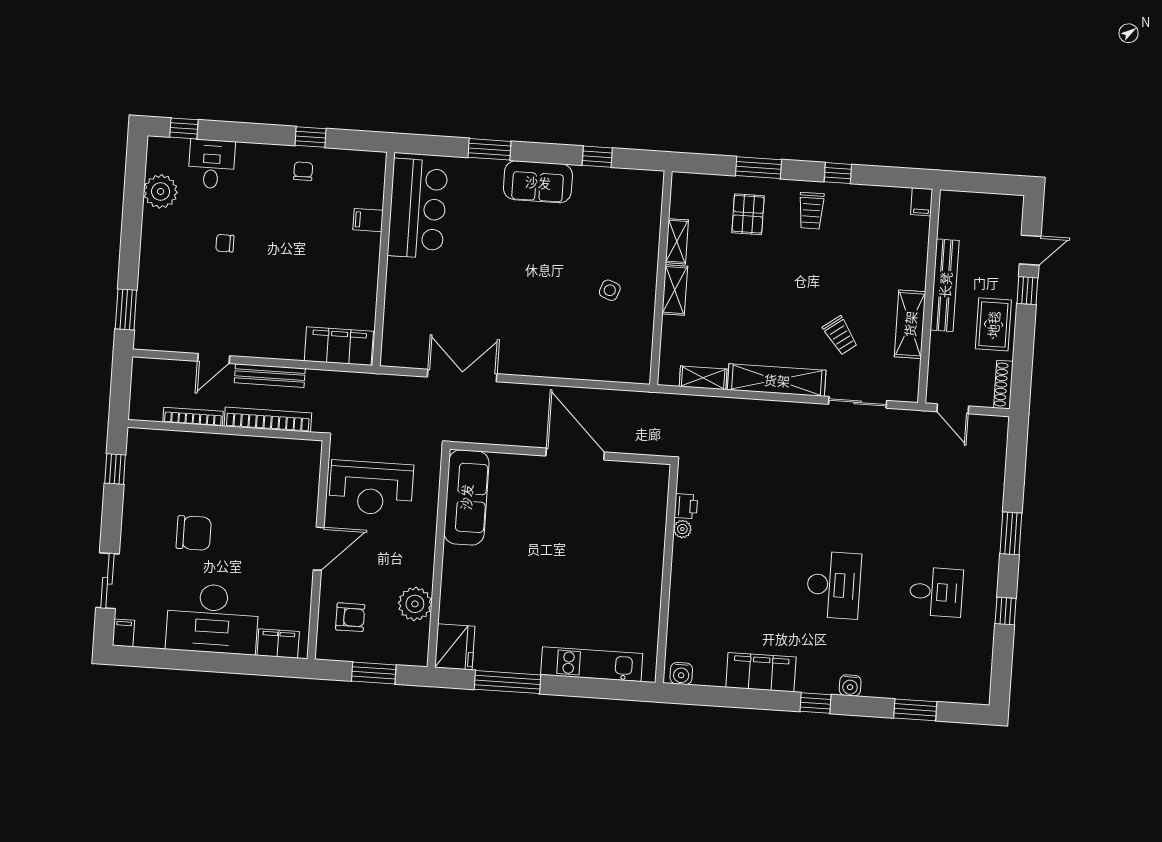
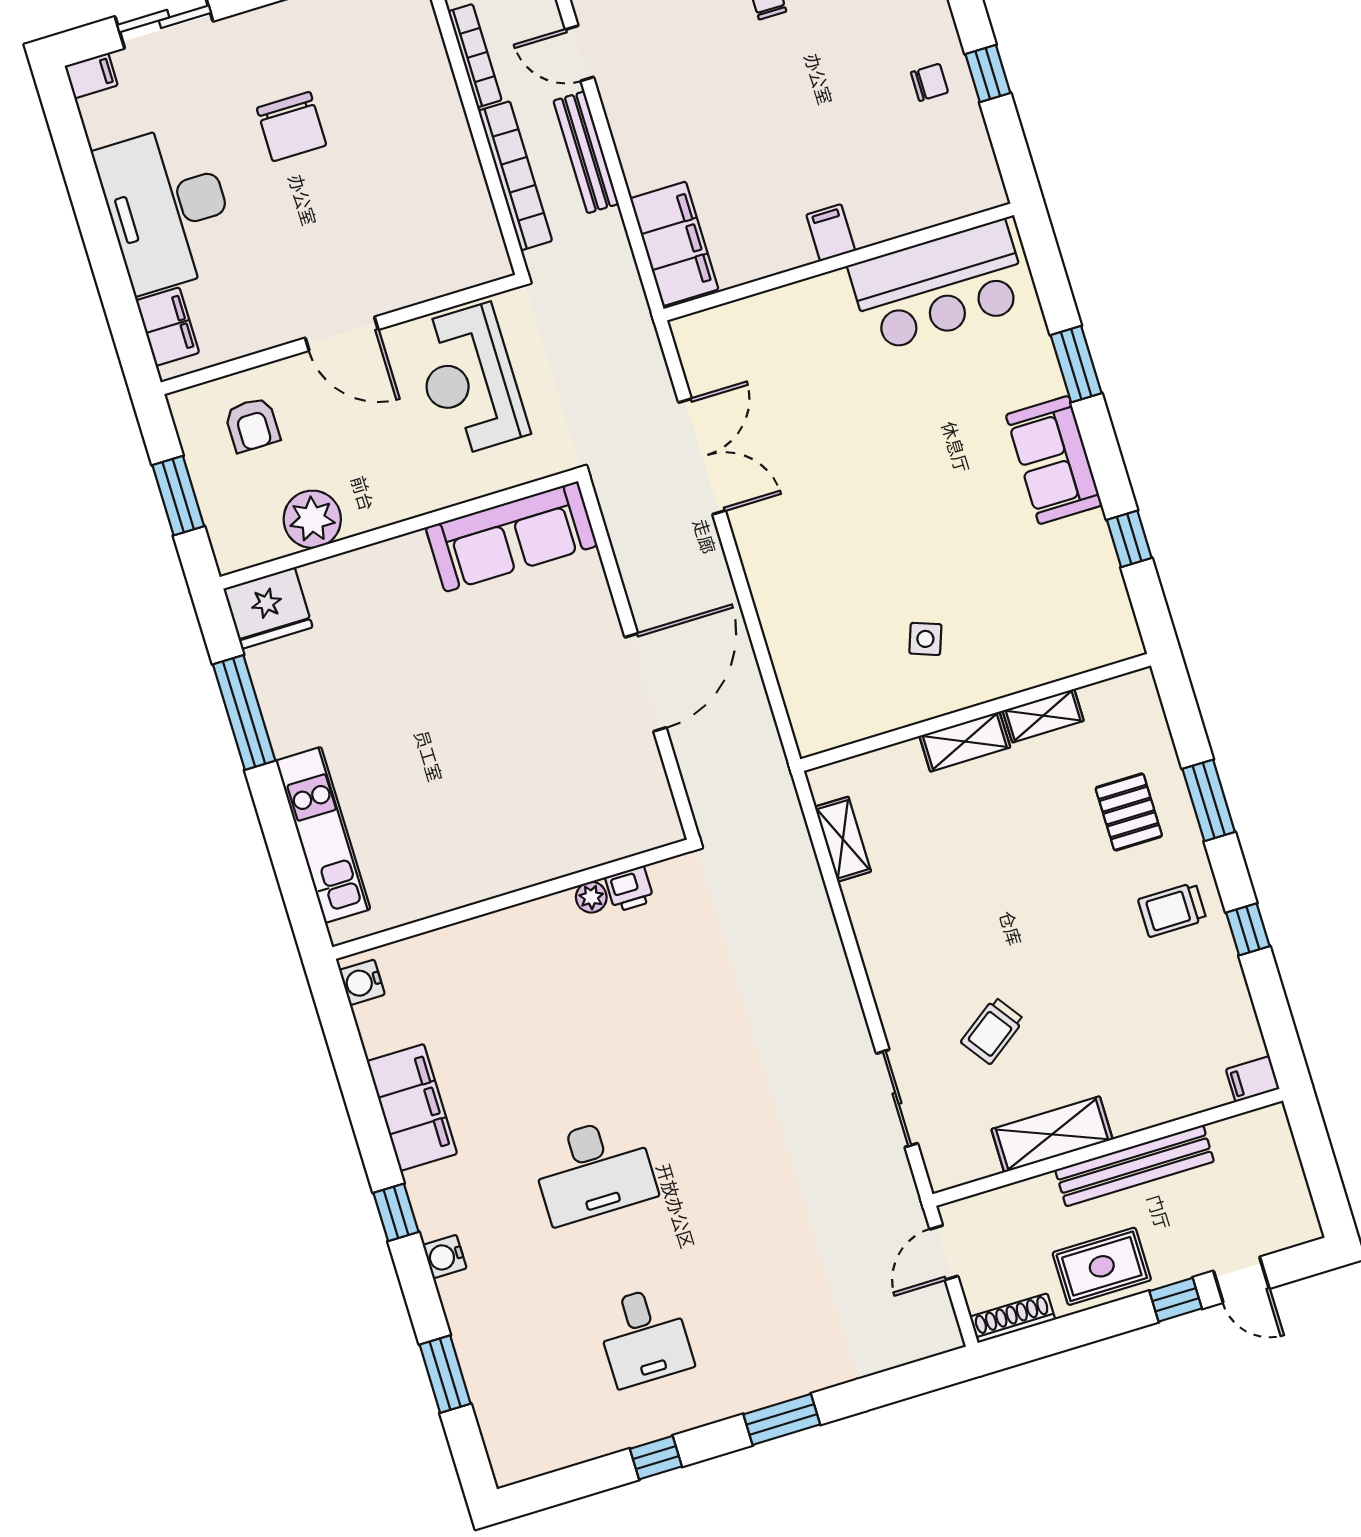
pallet: (748, 214) -> (1129, 812), turned 90
filing cabinet: (368, 220) -> (831, 233), moved
shelving: (777, 380) -> (884, 957), removed

